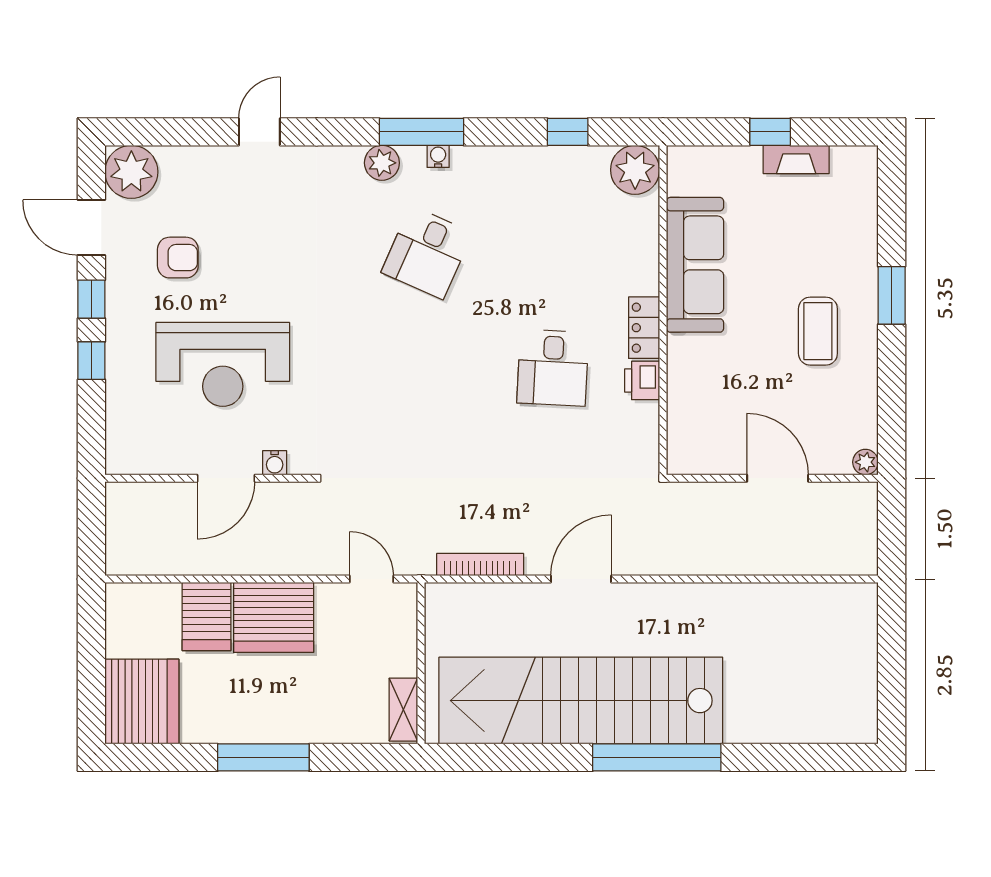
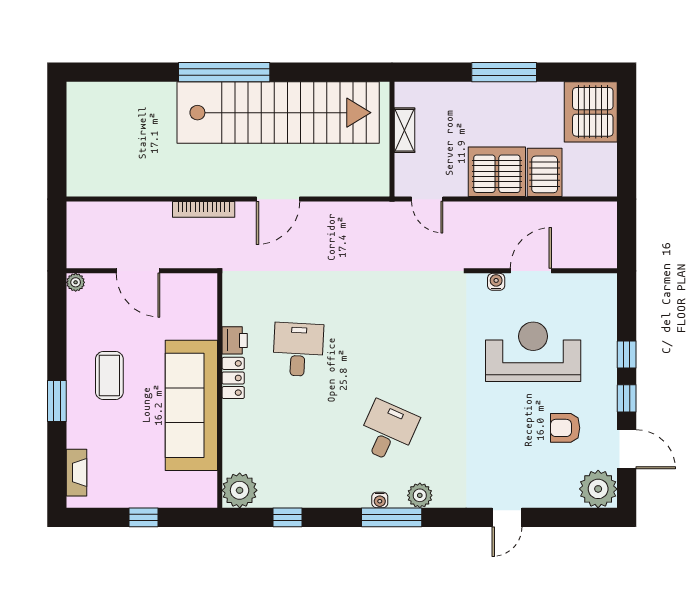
fireplace: (796, 159) -> (77, 473), moved, turned 90
sofa: (695, 265) -> (191, 405), width x1.36, depth x1.27
bookcase: (480, 565) -> (204, 209), moved
shelving: (403, 710) -> (405, 130), moved

